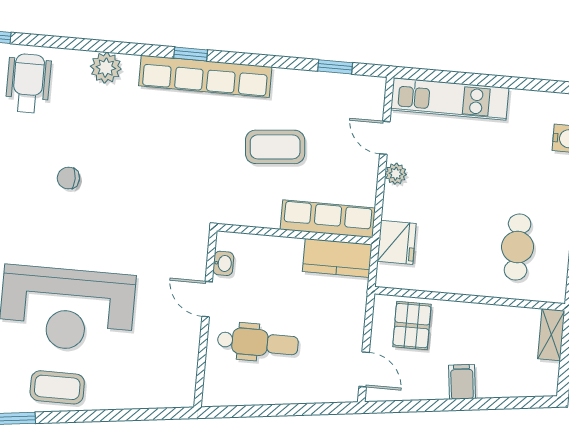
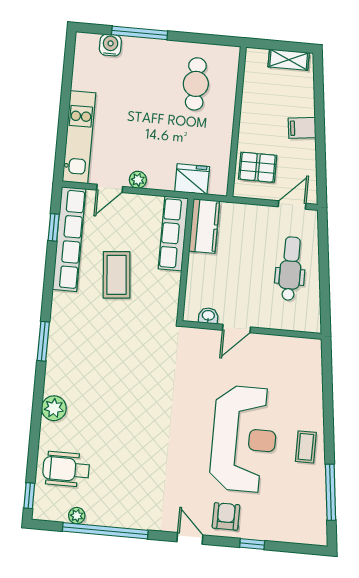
window: (191, 54) -> (43, 341), width x1.50
row of seats: (205, 76) -> (69, 239), moved
chair: (68, 178) -> (141, 438), removed
cafe table: (518, 247) -> (196, 84), turned 90
shelving: (551, 335) -> (289, 60), moved
dental chair: (258, 342) -> (290, 269), moved
coffee table: (57, 387) -> (306, 447), width x0.73, depth x0.77

